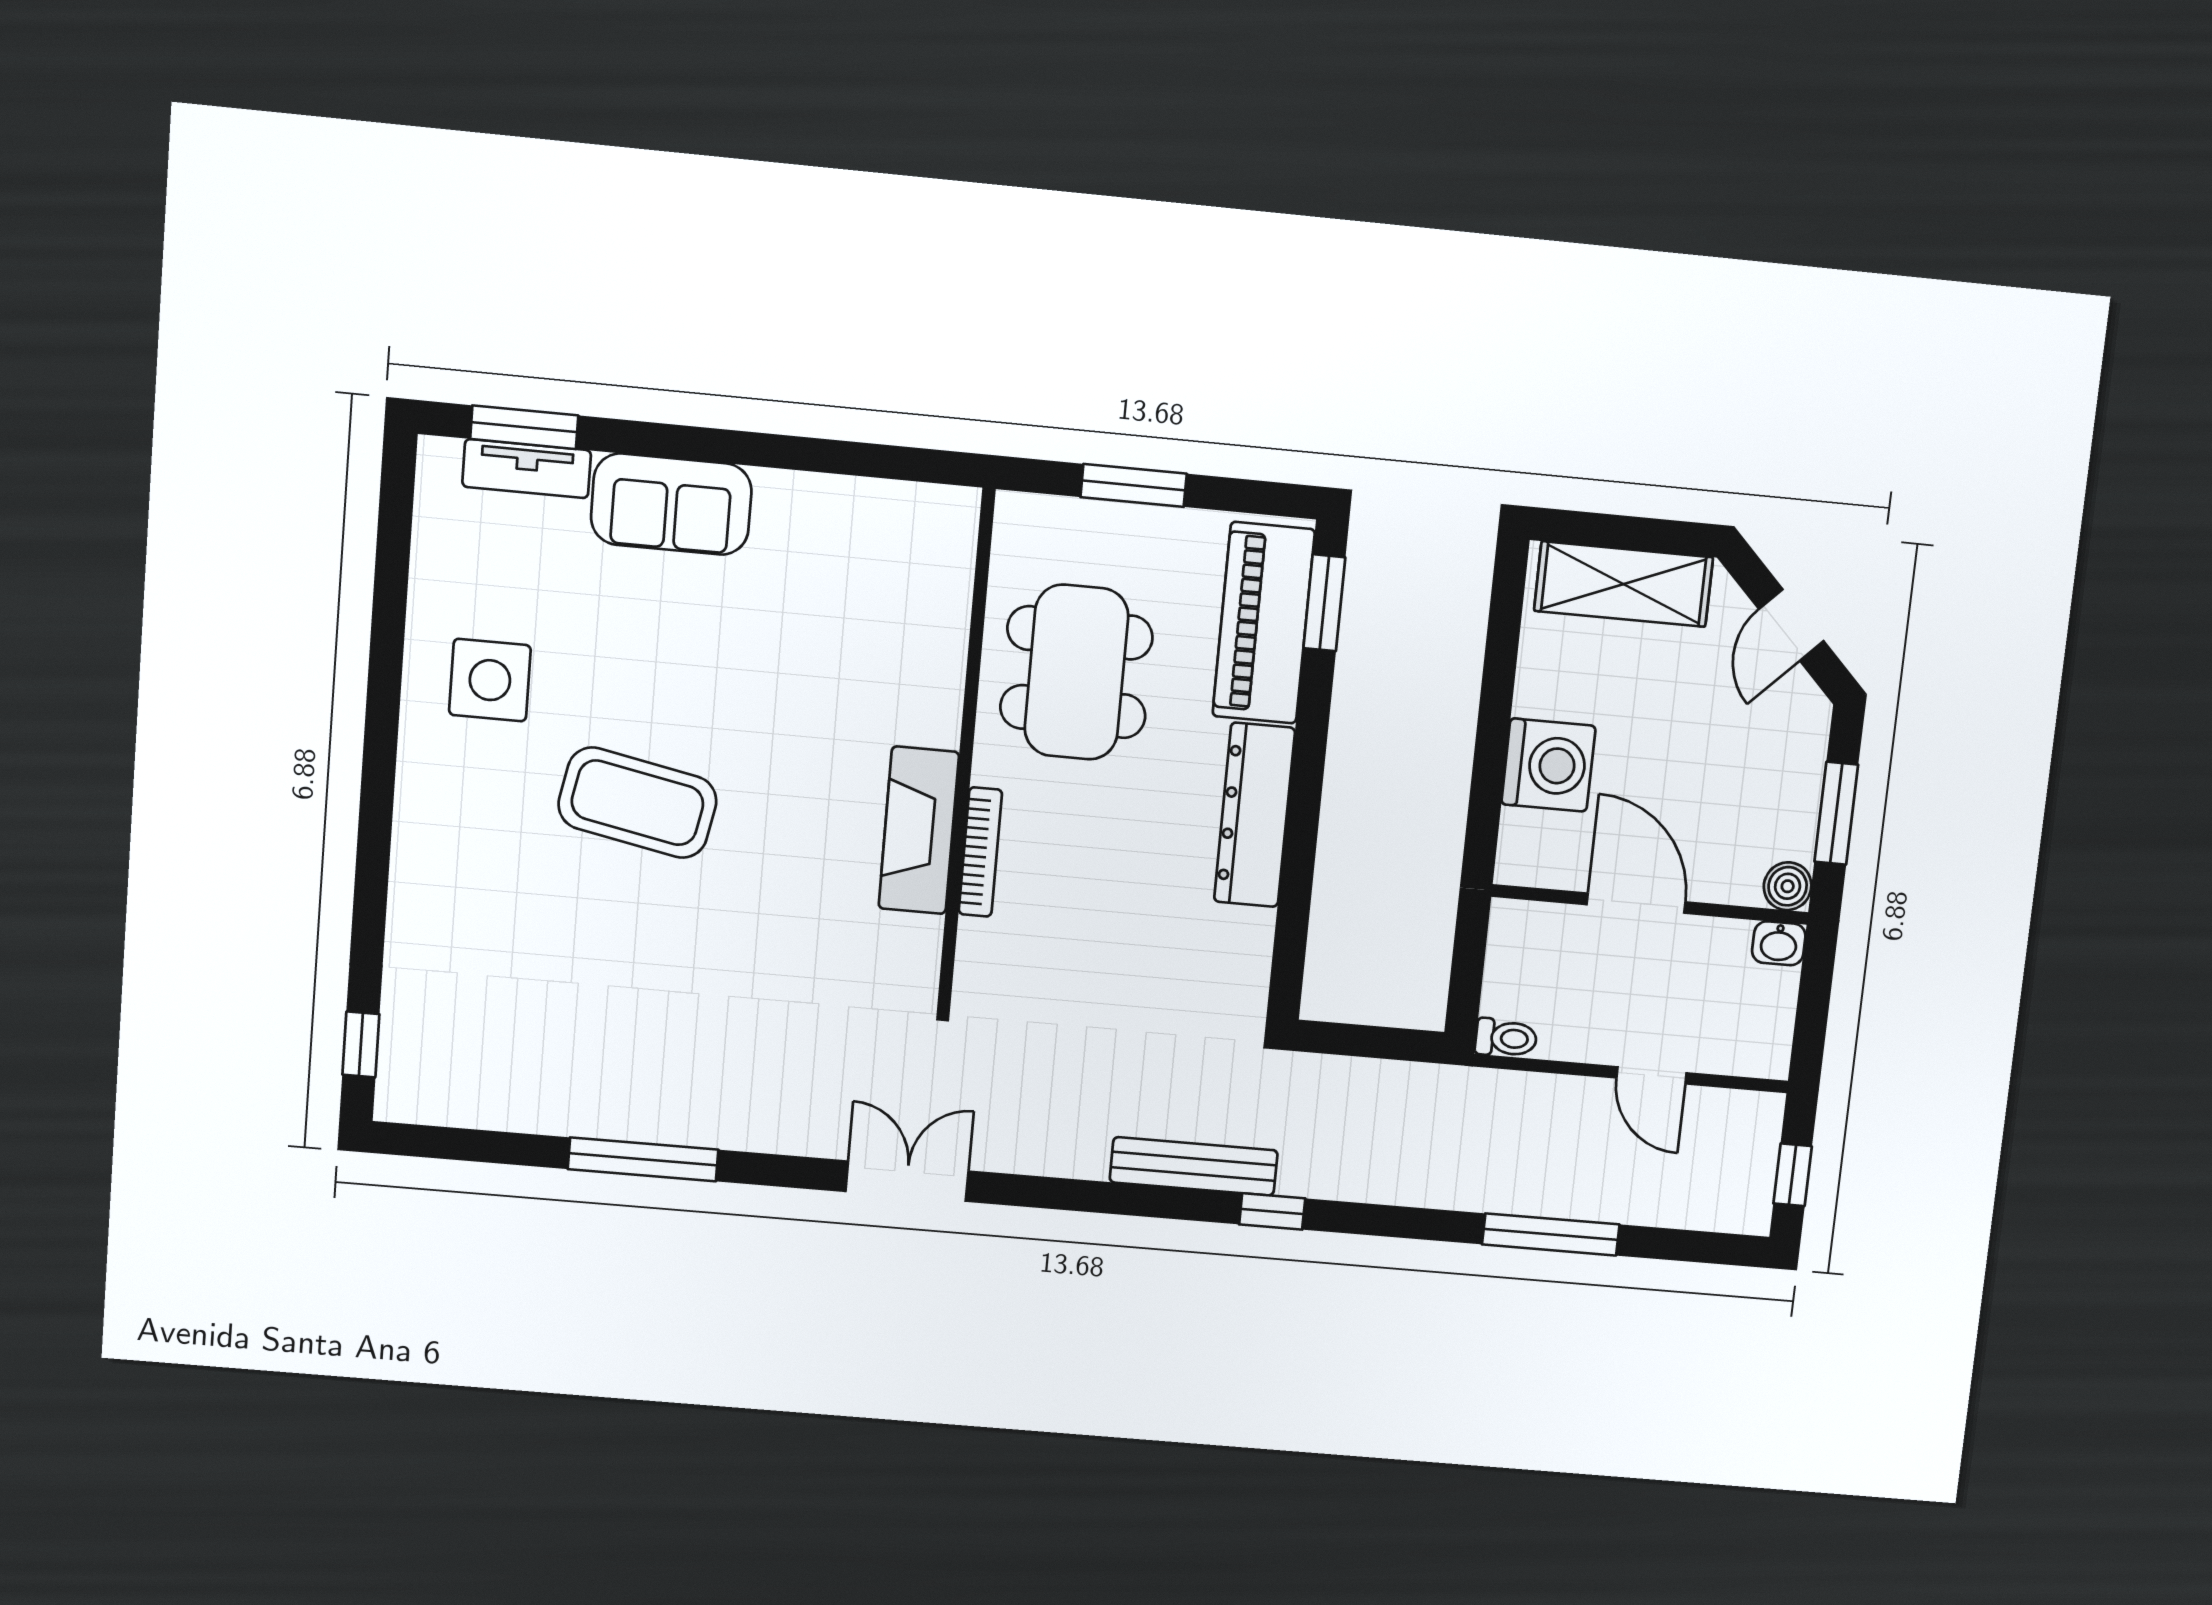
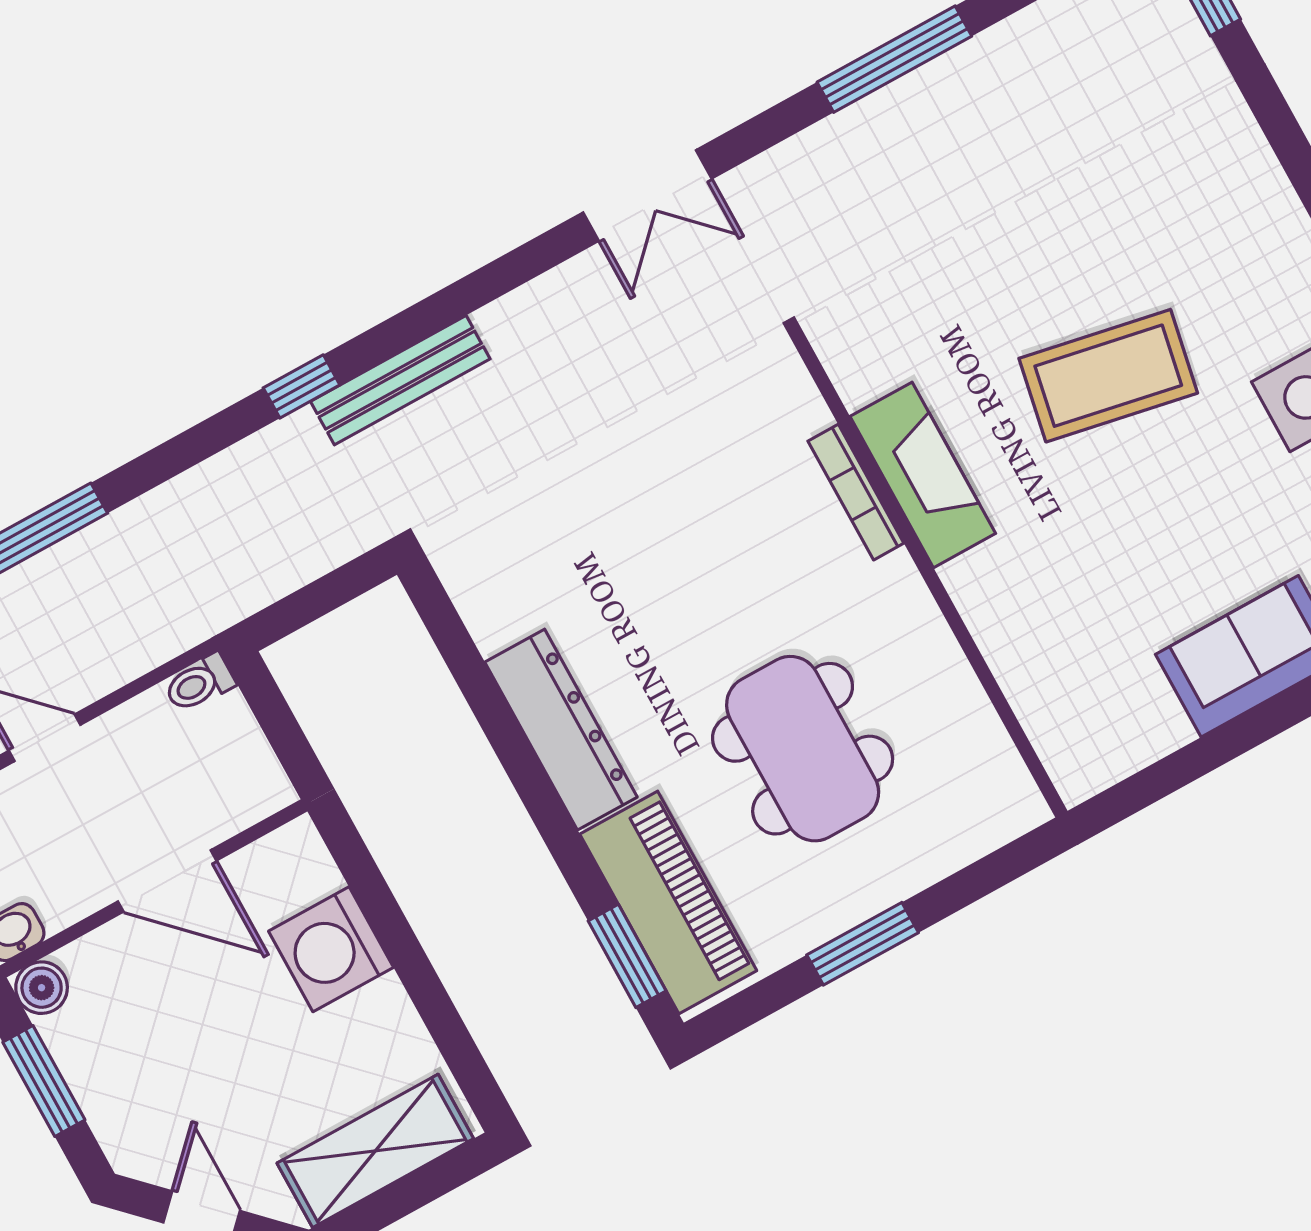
wall: (966, 751) -> (928, 573), moved
fireplace: (919, 830) -> (923, 475), moved
bookcase: (980, 852) -> (856, 492), moved

